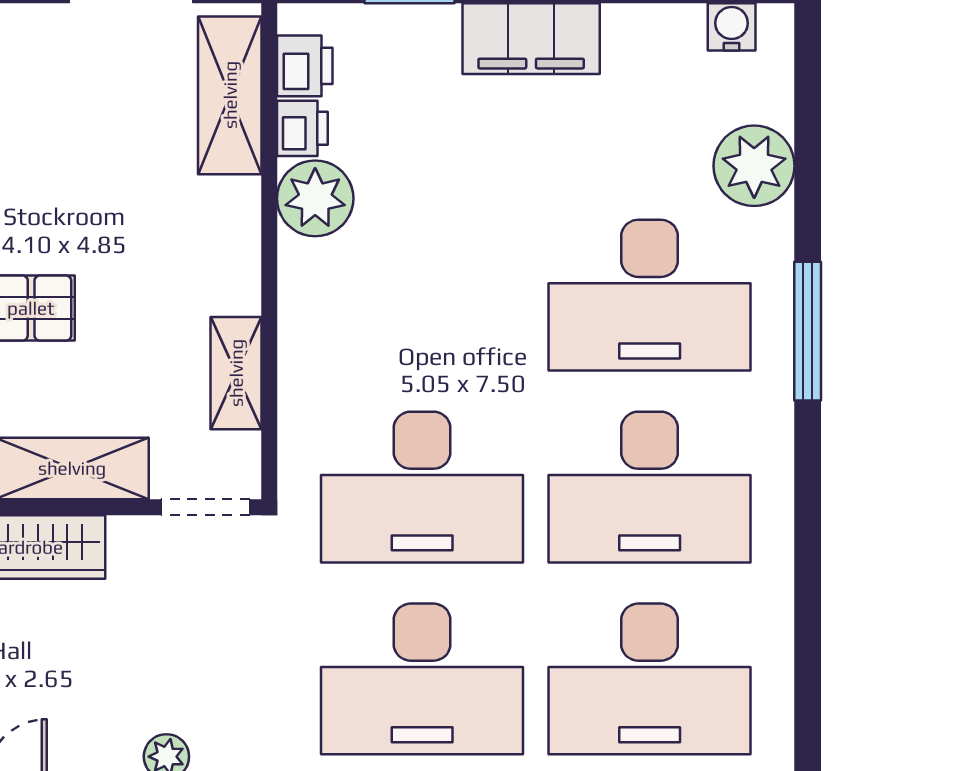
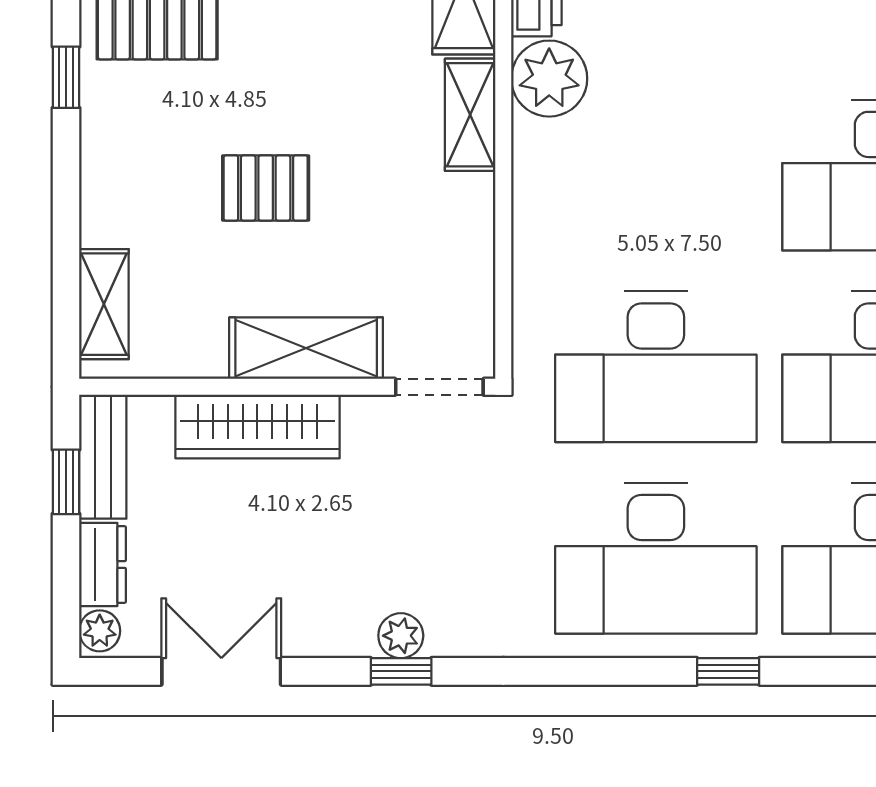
shelving: (236, 373) -> (470, 115), moved

